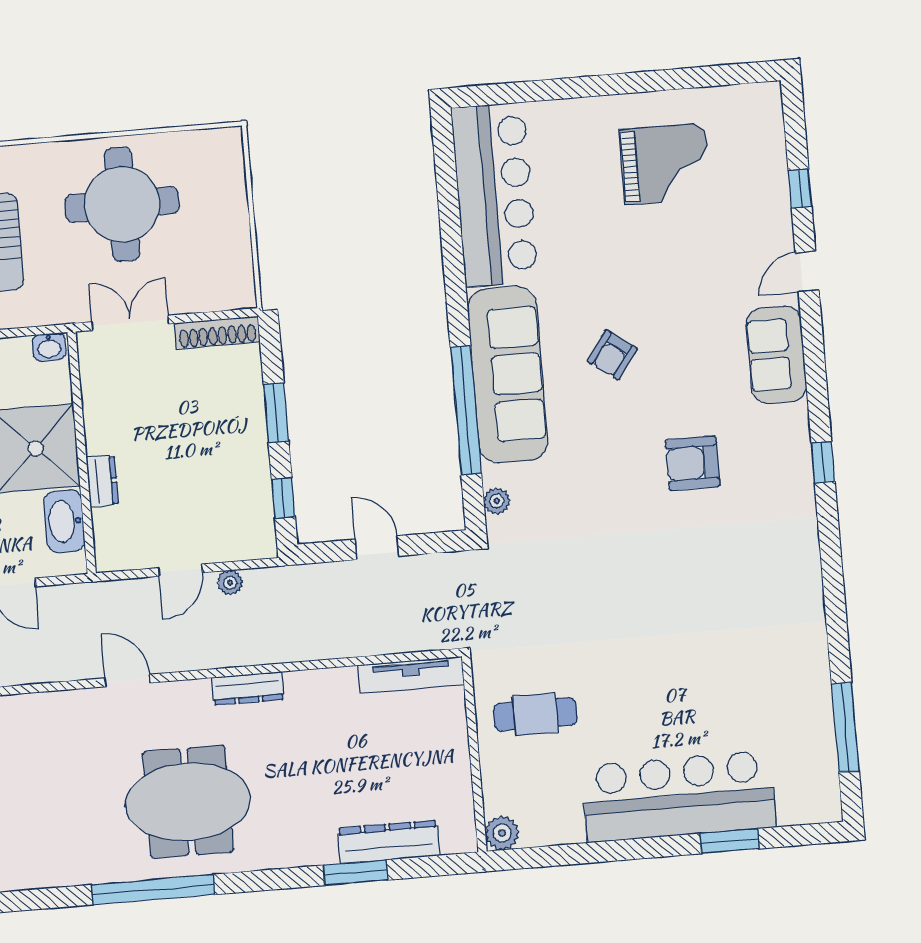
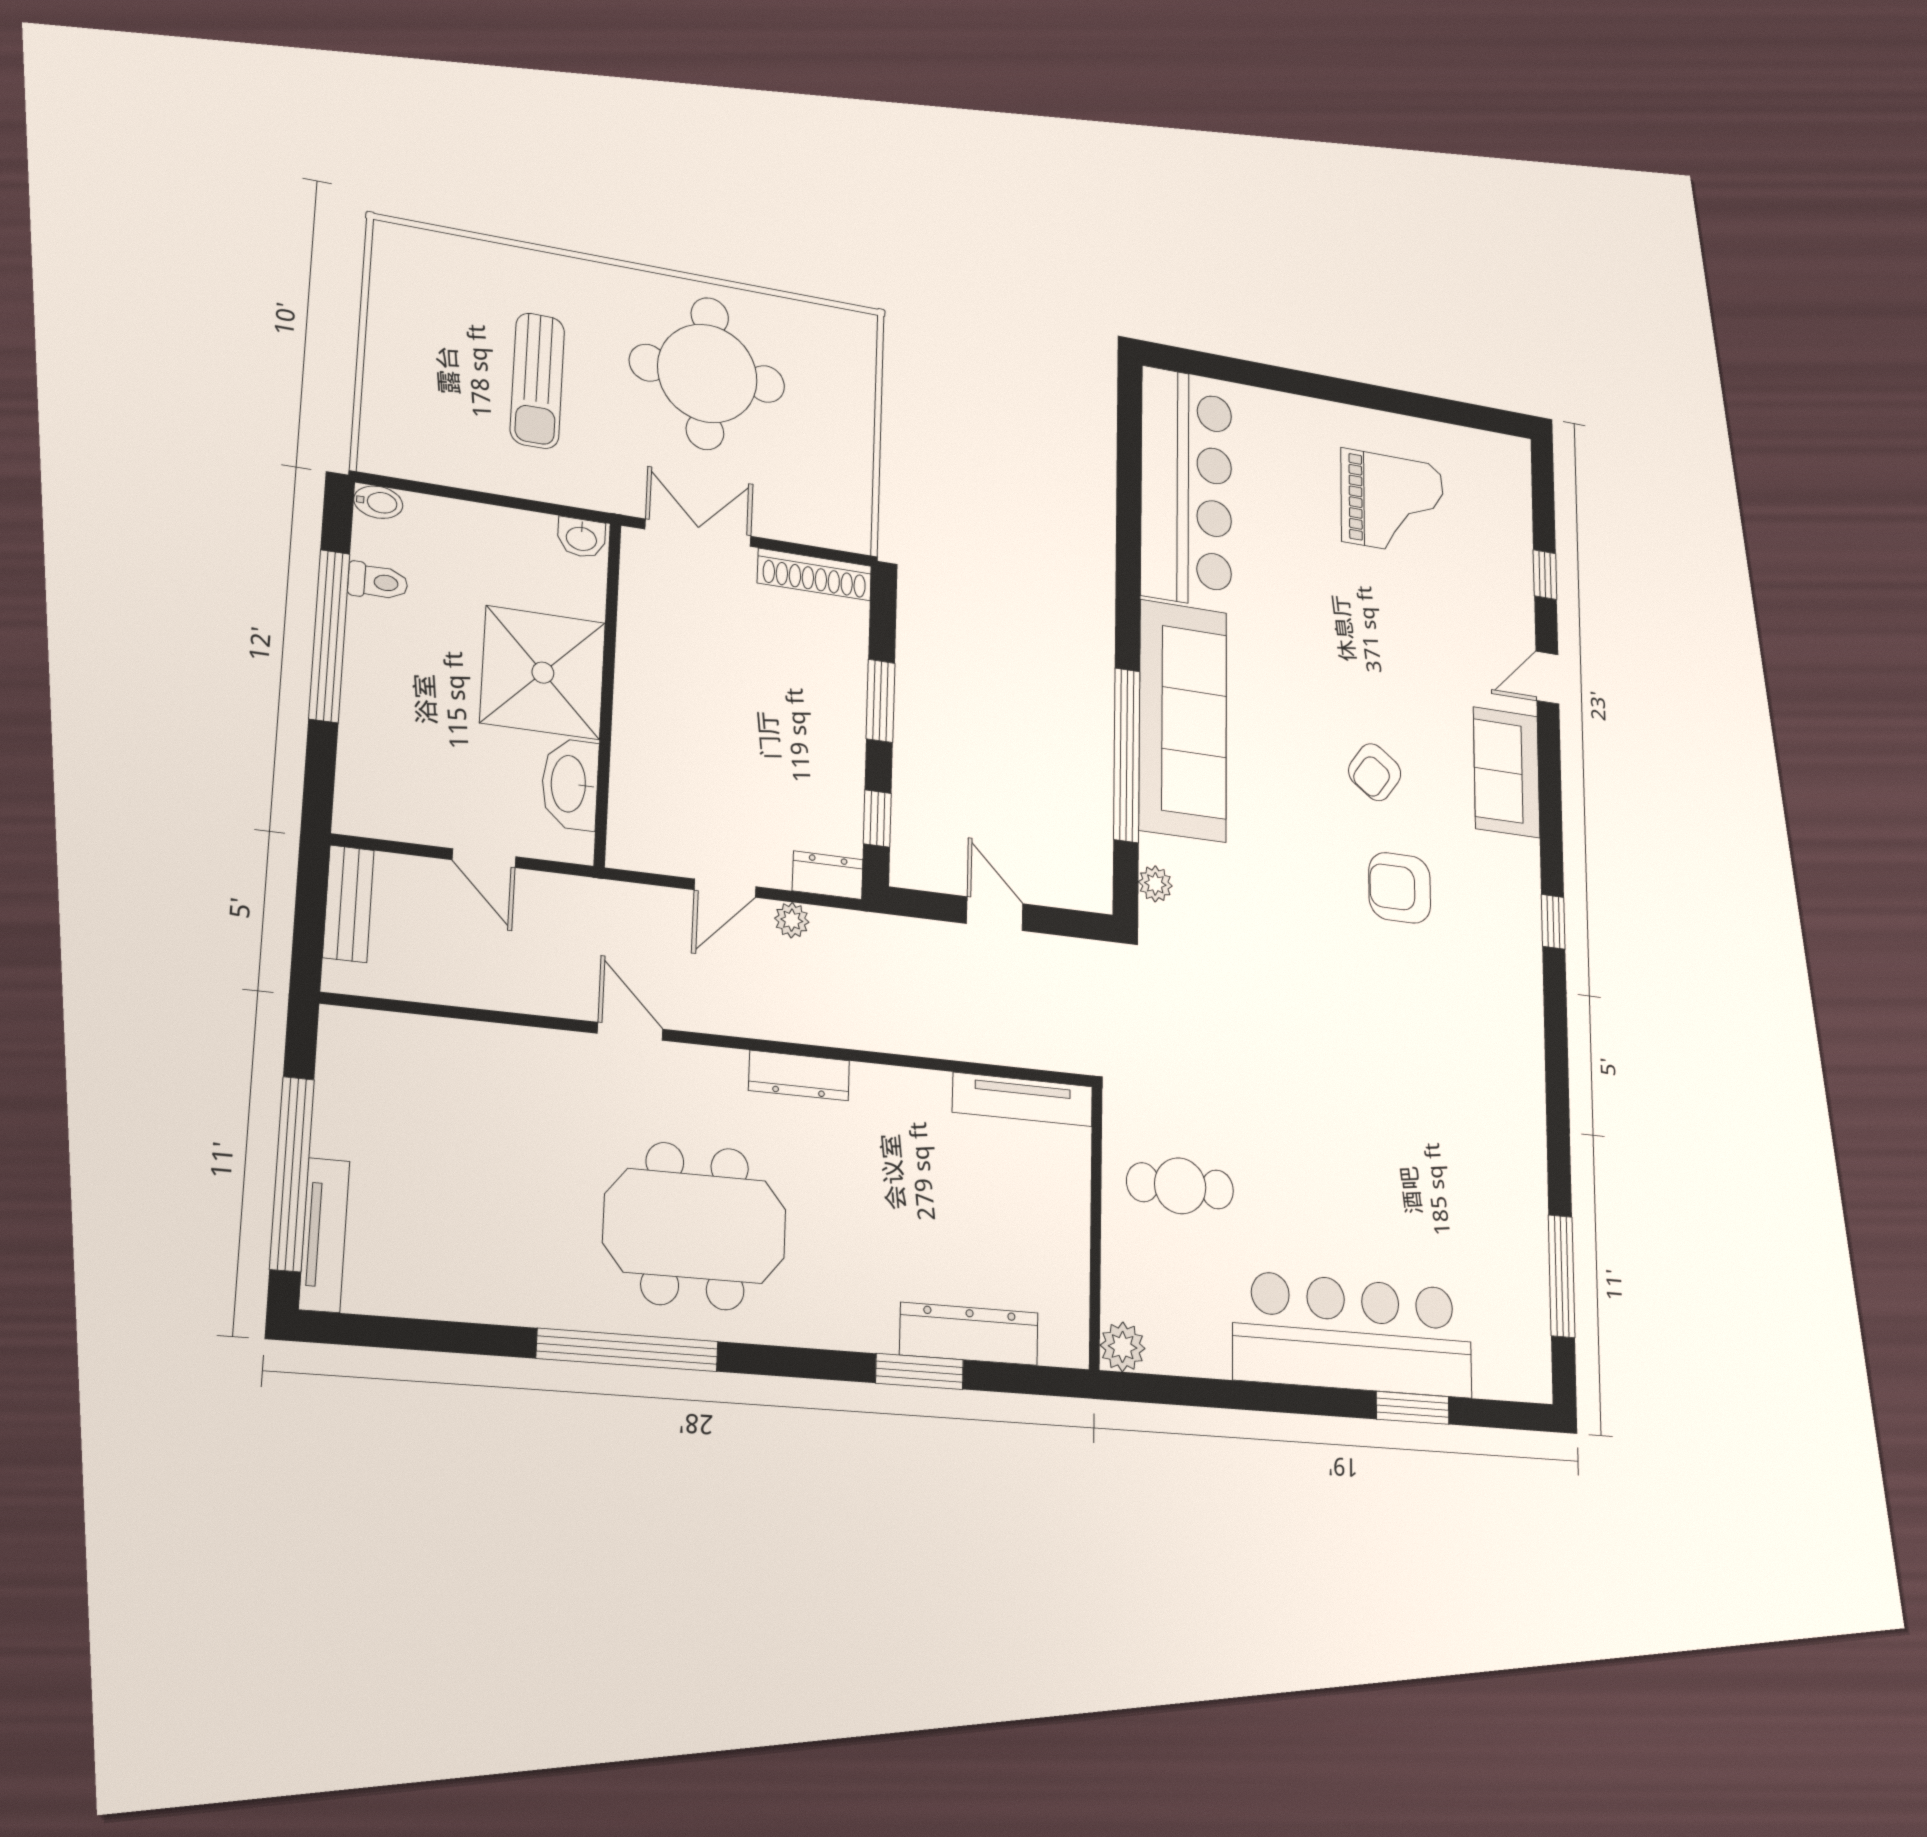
armchair: (612, 355) -> (1375, 772), moved
dresser: (102, 481) -> (828, 875), moved, turned -90

